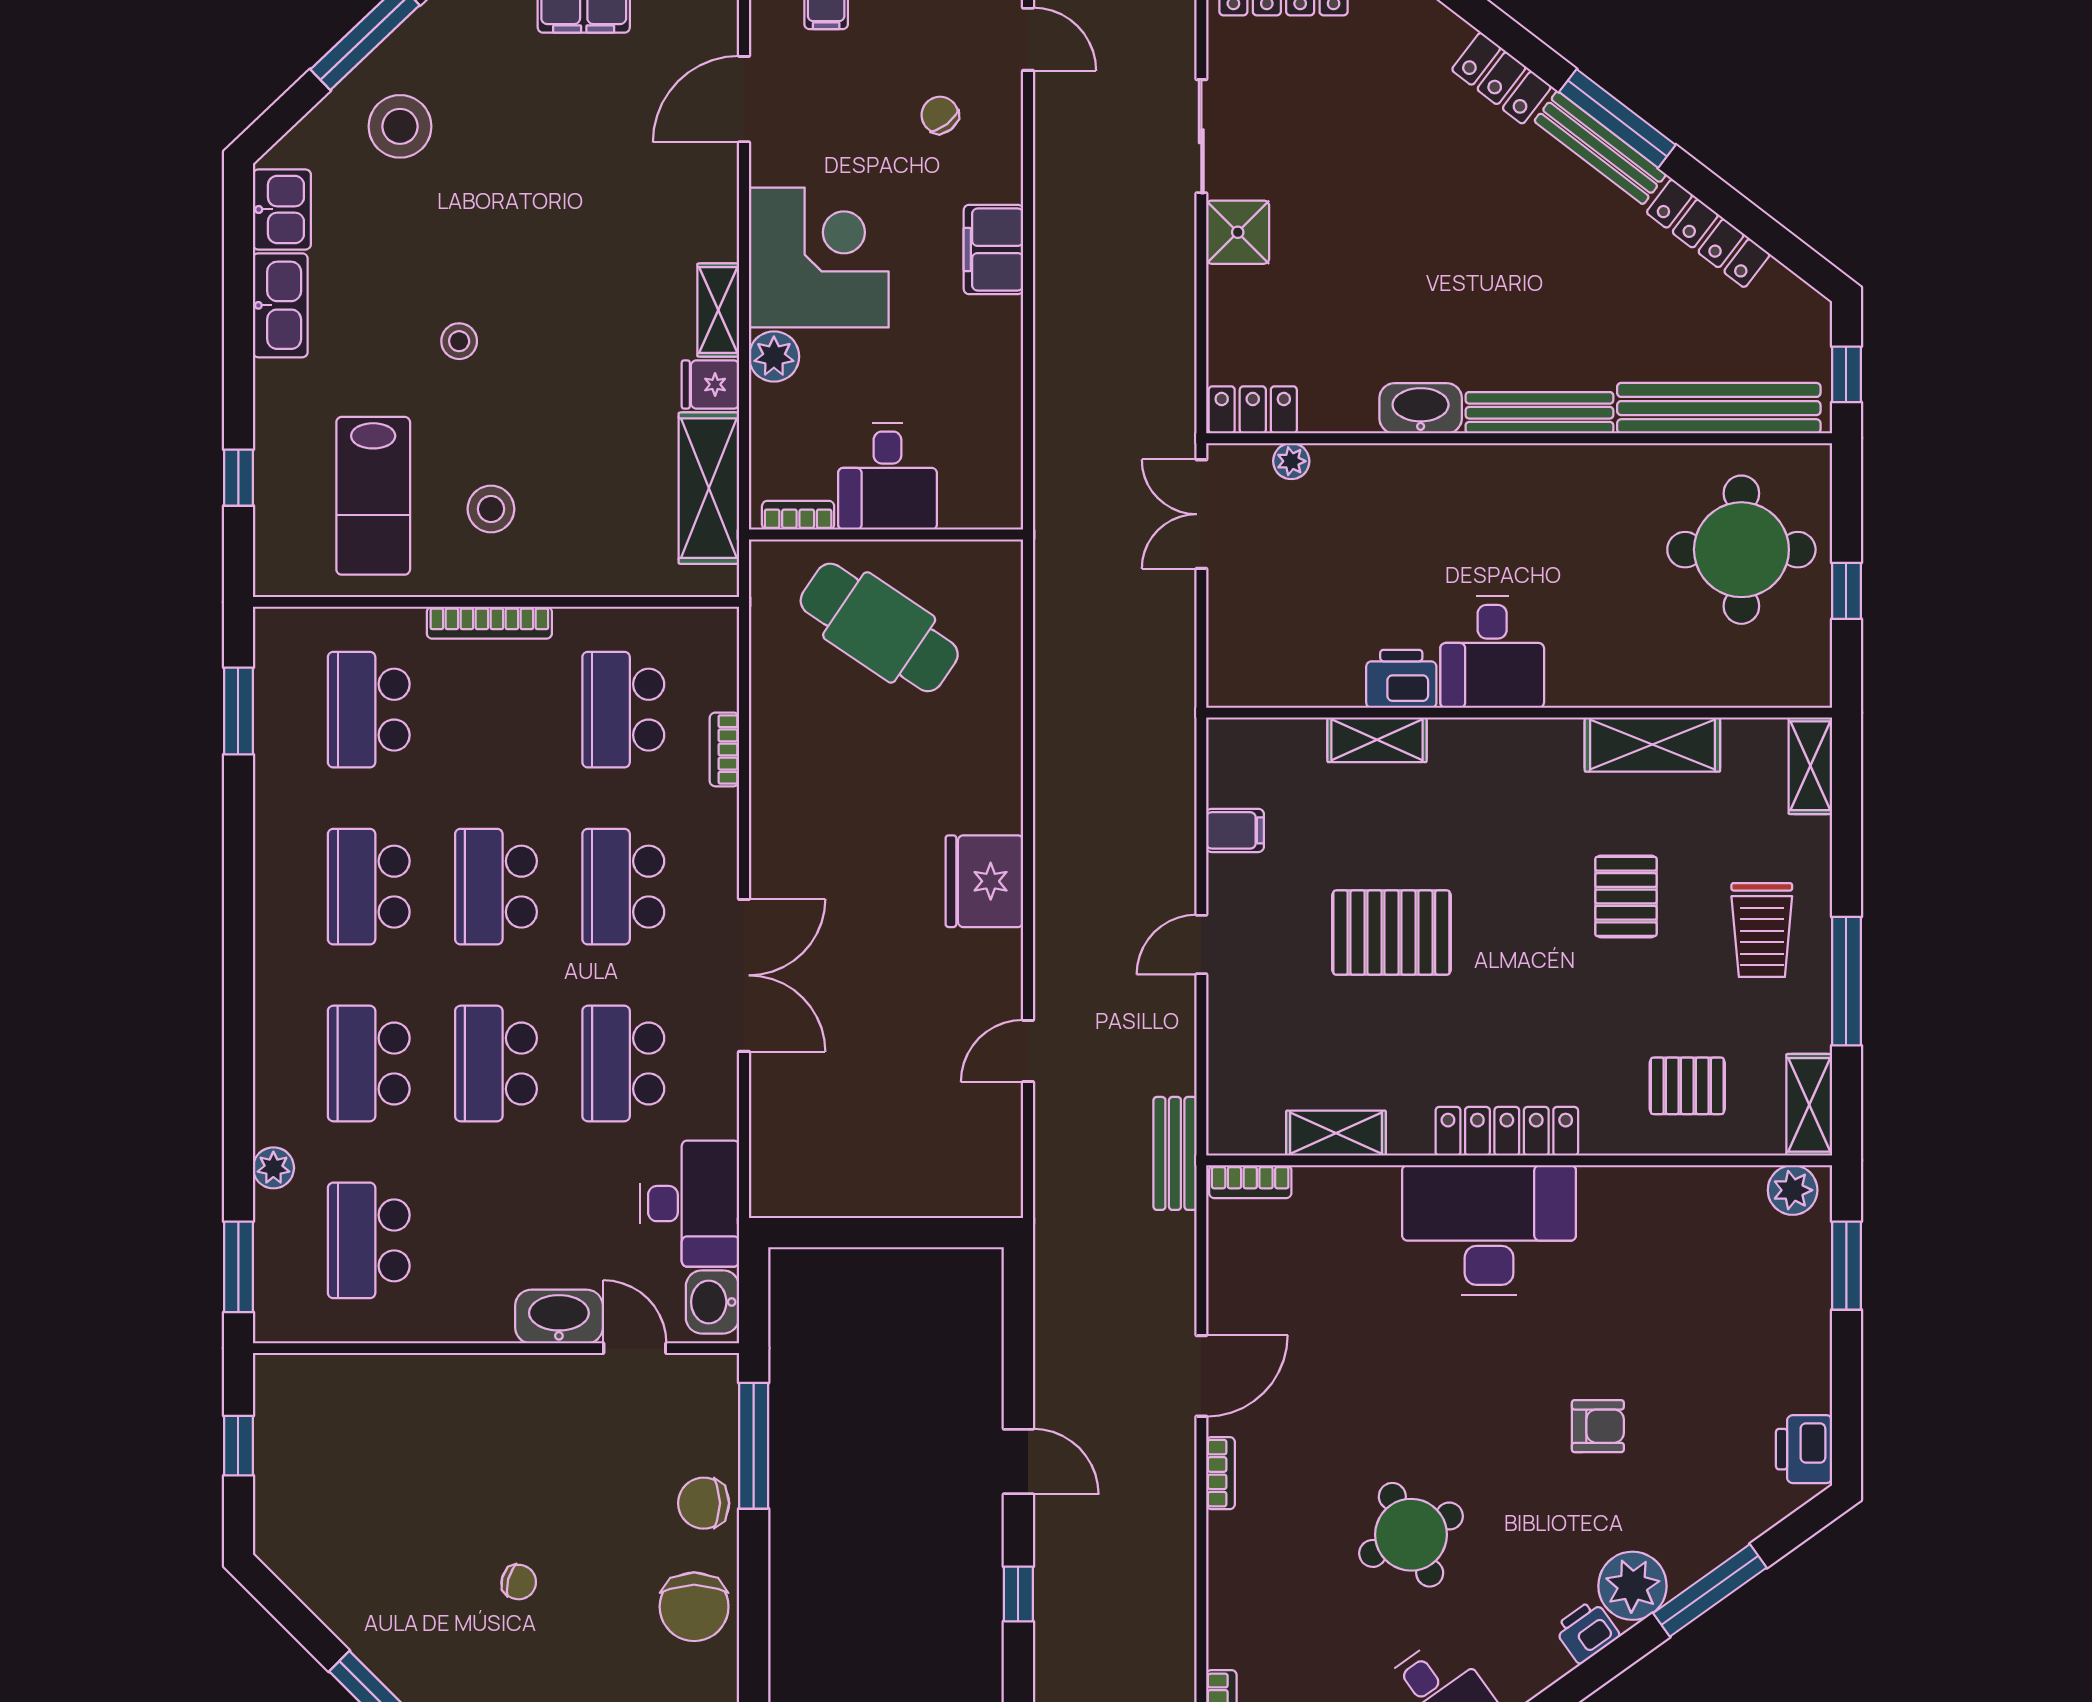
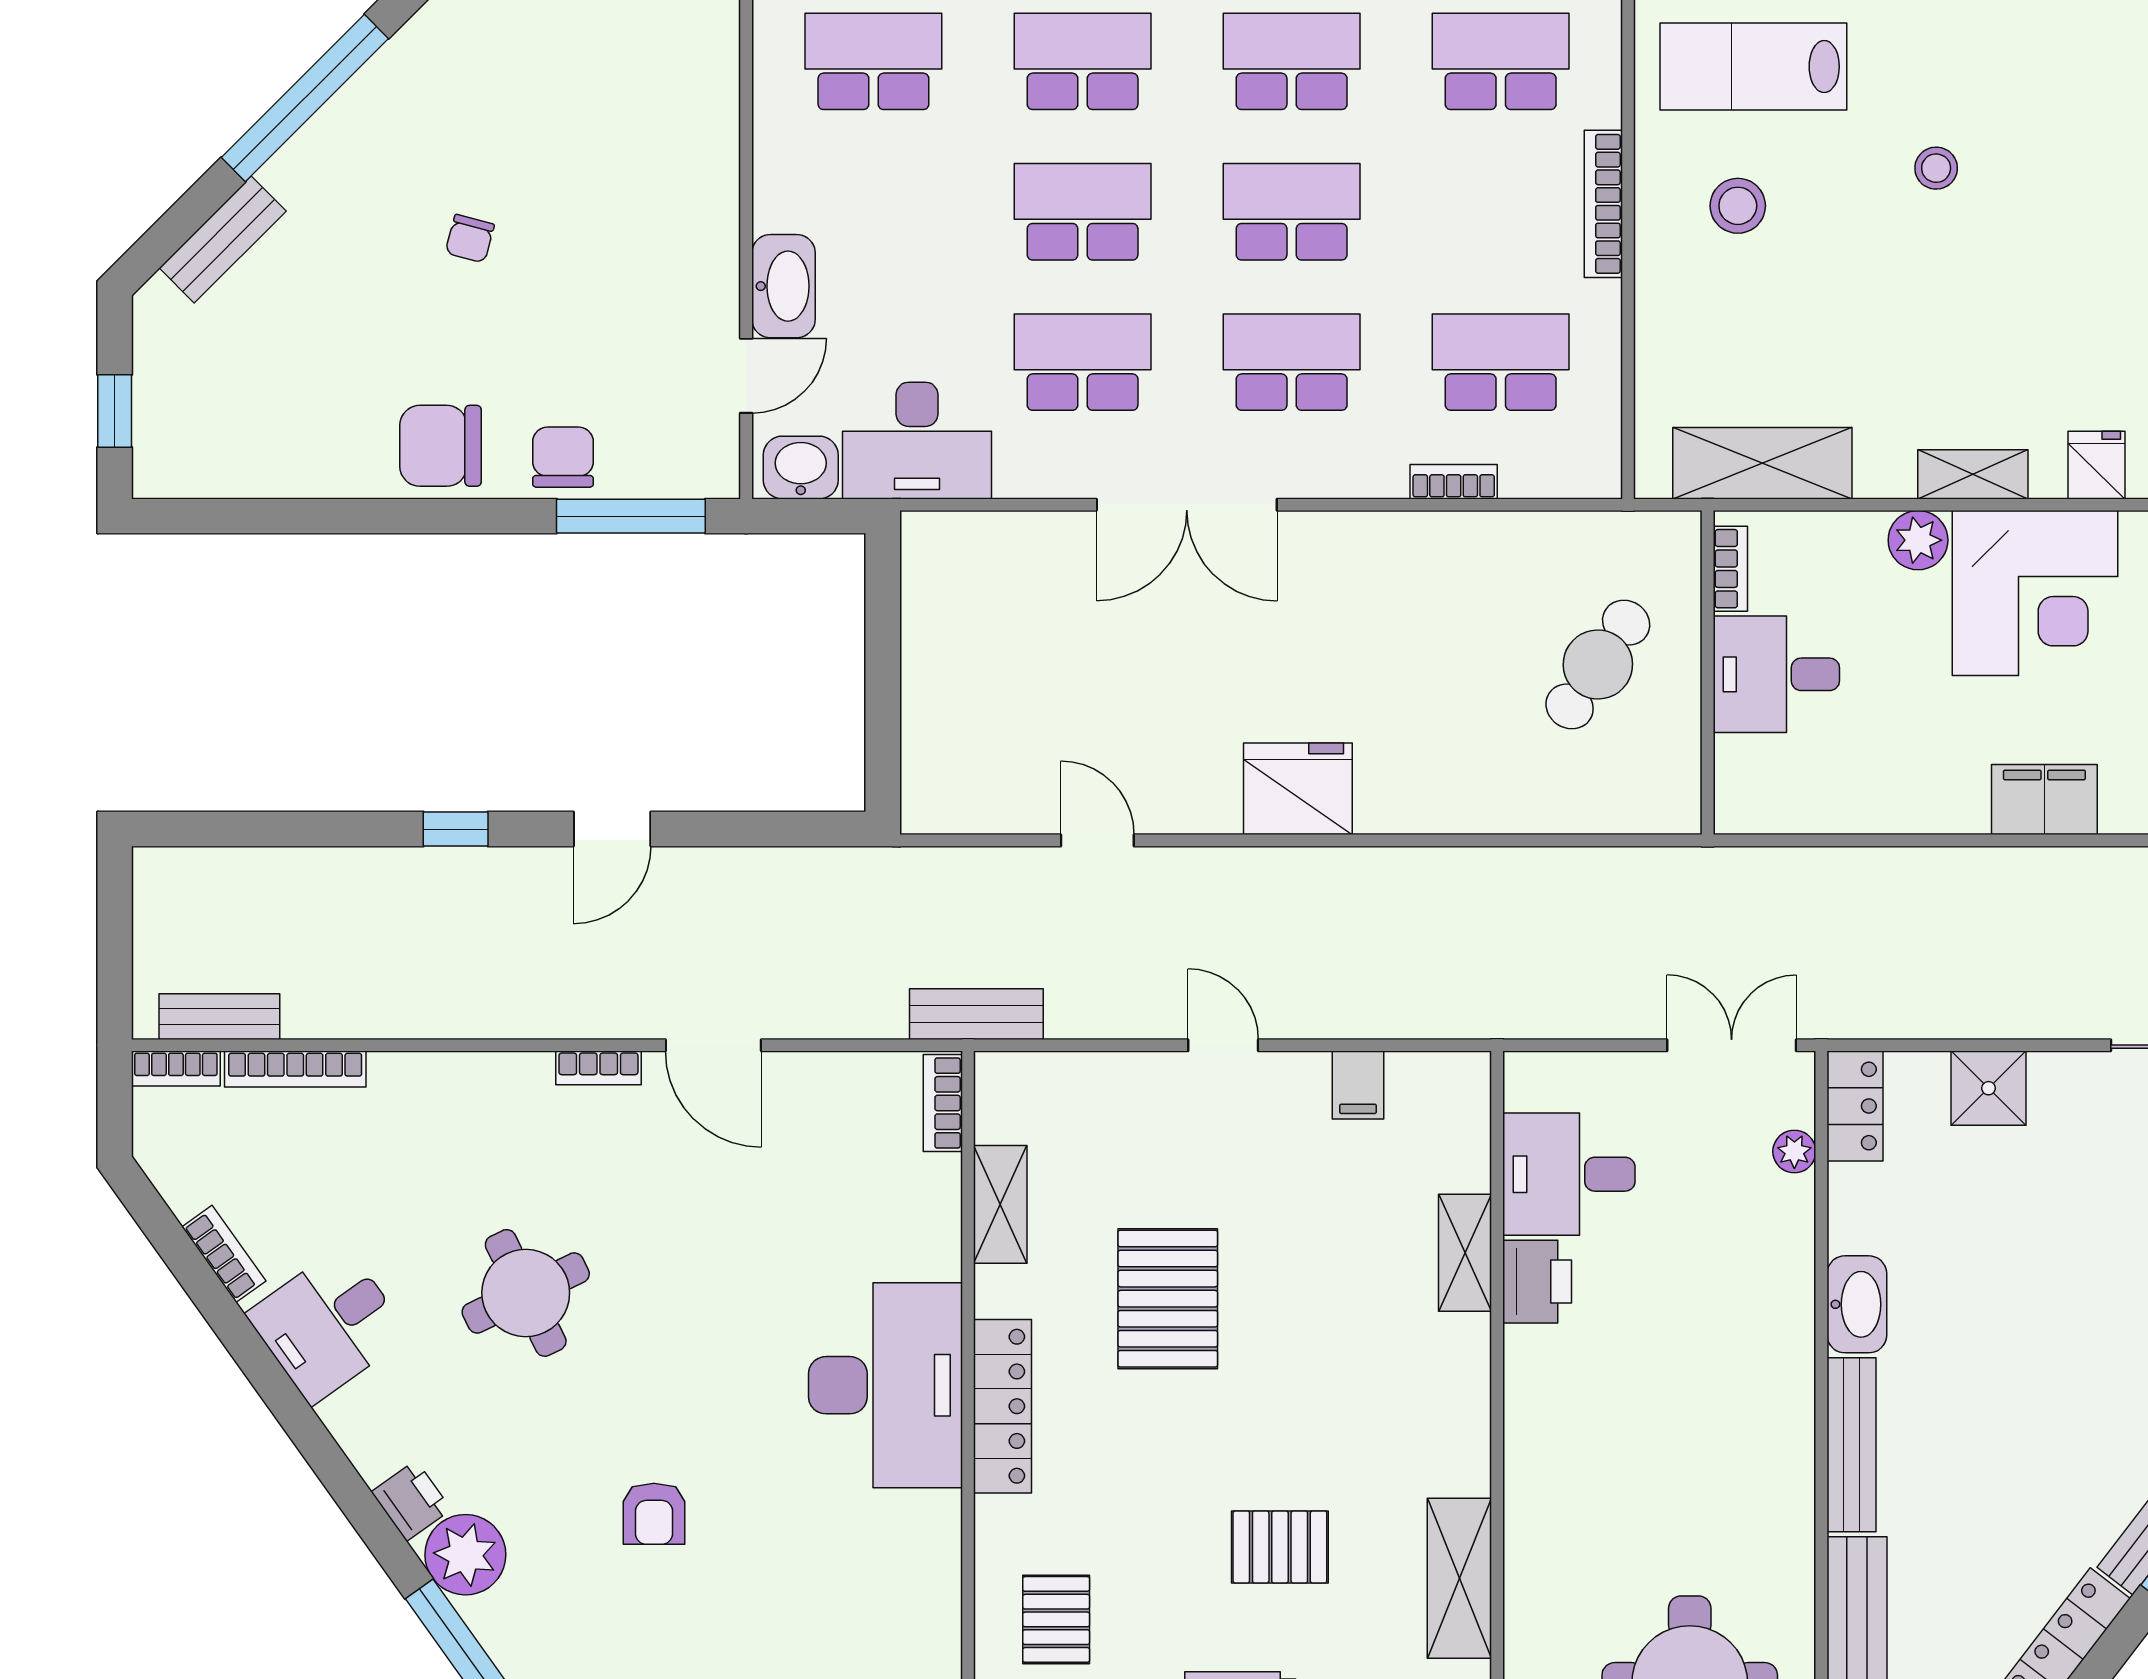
shower: (1238, 232) -> (1988, 1088), moved
fridge: (710, 384) -> (2097, 465), moved
cafe table: (879, 627) -> (1598, 664), width x0.73, depth x0.74
desk: (1492, 652) -> (1569, 1174), moved
pallet: (1391, 933) -> (1168, 1299), moved

